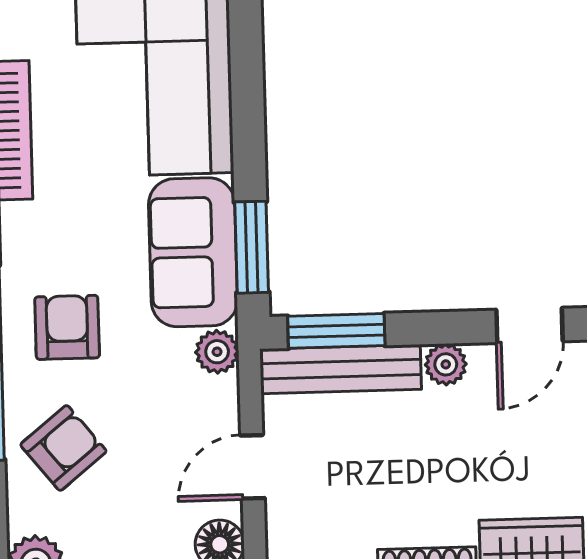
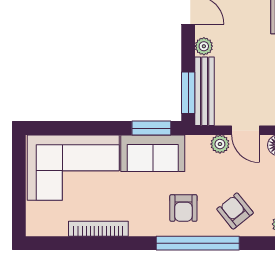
armchair: (67, 327) -> (183, 208), turned -90
plant: (217, 352) -> (220, 144), moved

